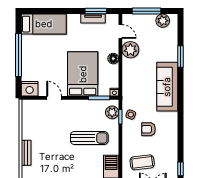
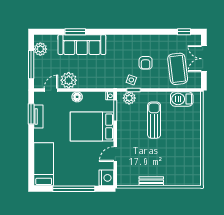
sofa: (167, 87) -> (82, 45), moved
bench: (26, 153) -> (151, 181), moved
coffee table: (142, 162) -> (178, 69), width x1.36, depth x1.32

